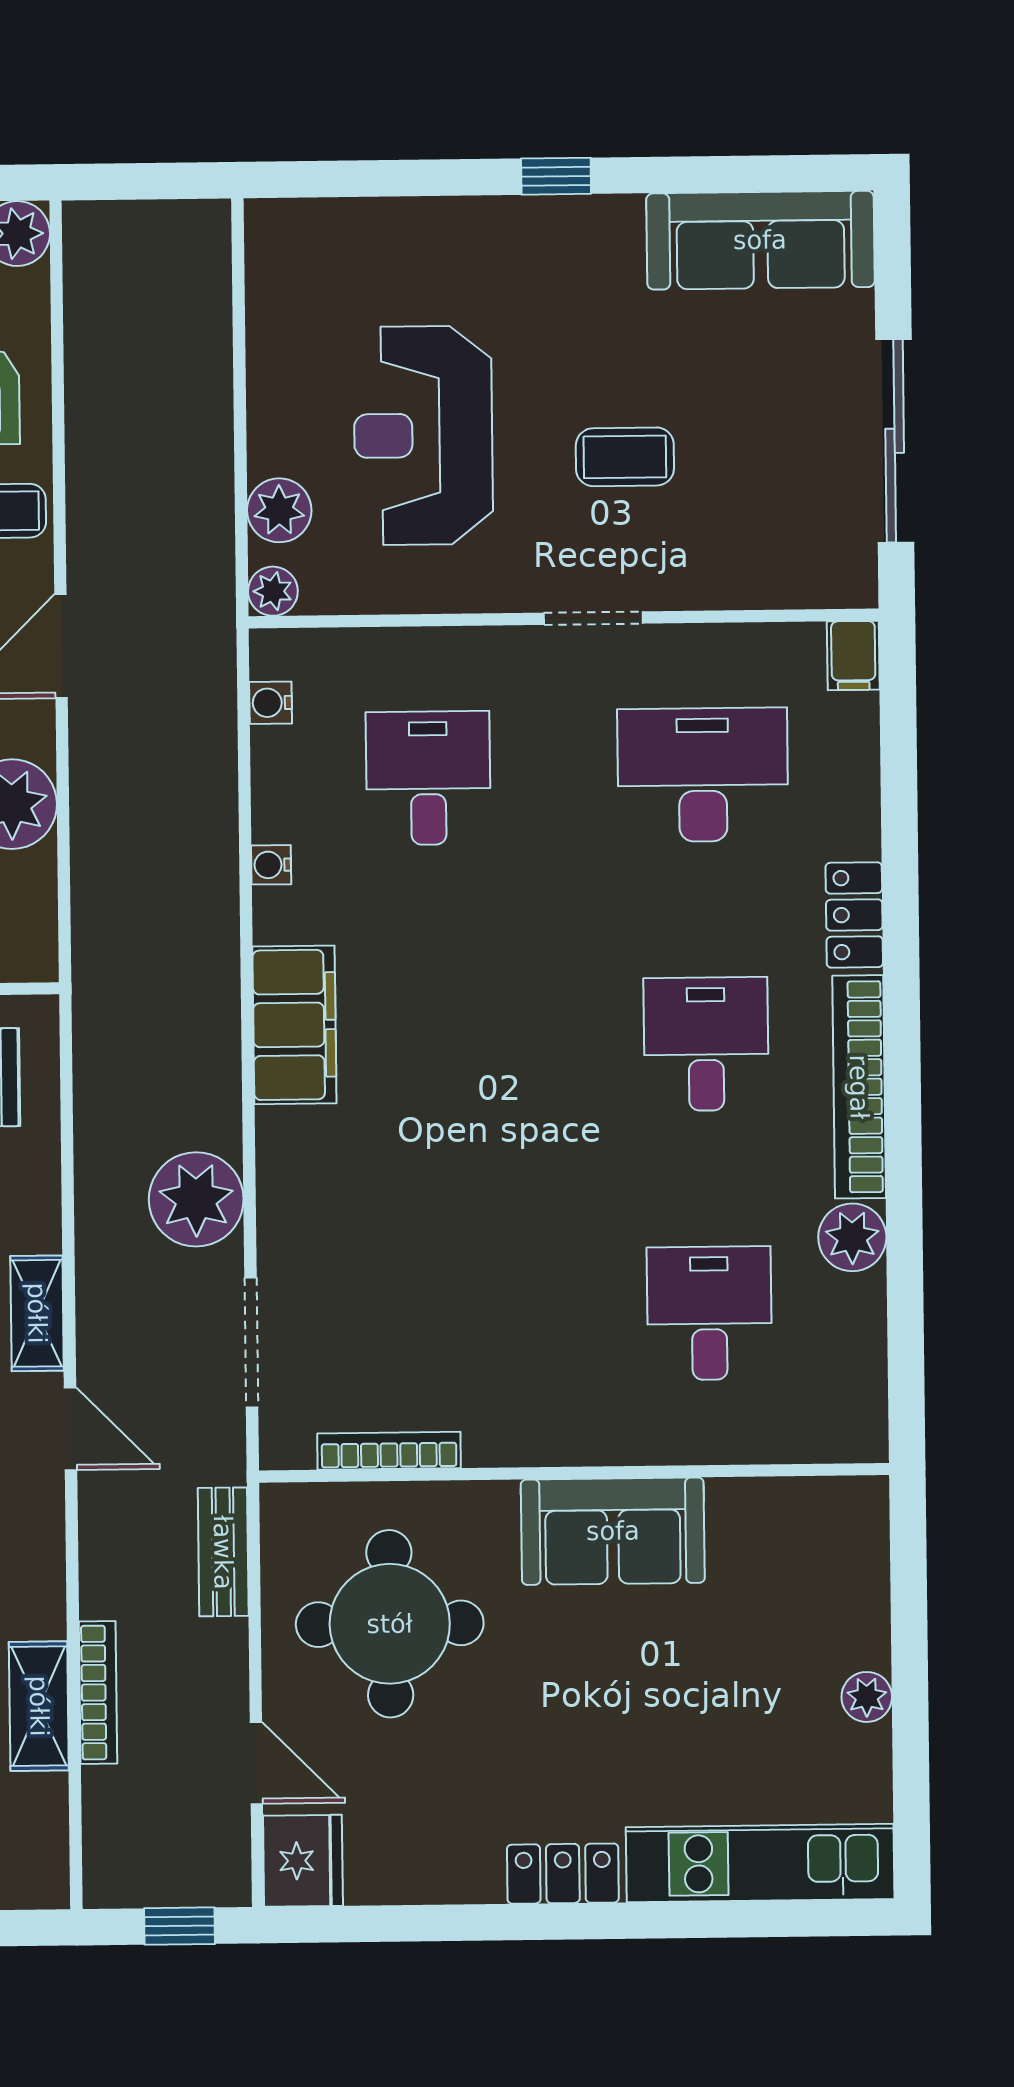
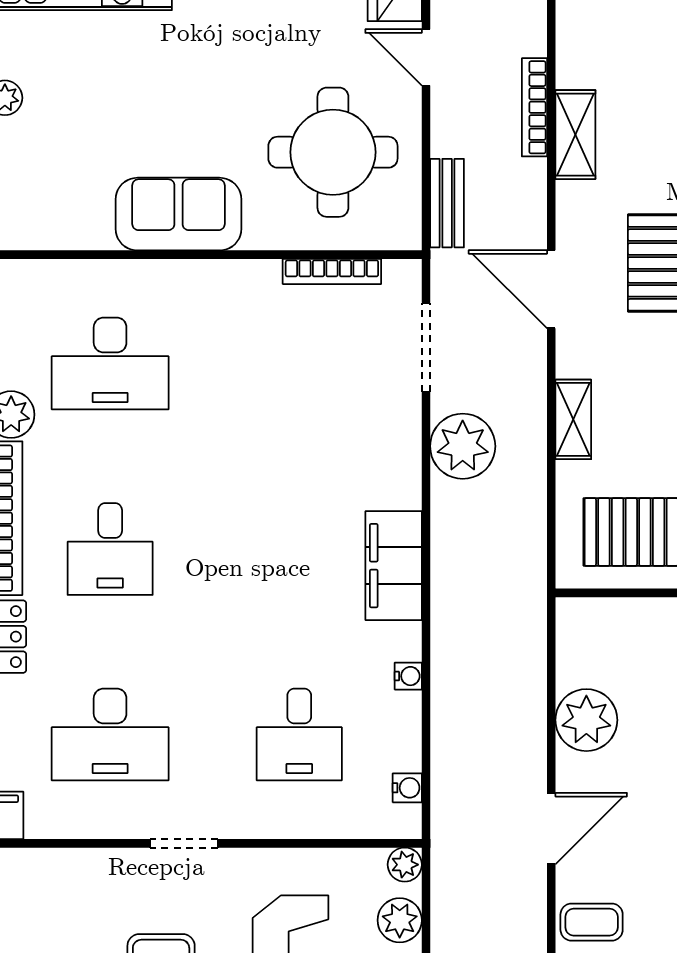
shelving: (37, 1313) -> (573, 419), moved
desk: (709, 1313) -> (110, 363), width x1.37
door: (71, 1429) -> (551, 289), width x1.38
shelving: (39, 1706) -> (575, 135), moved

